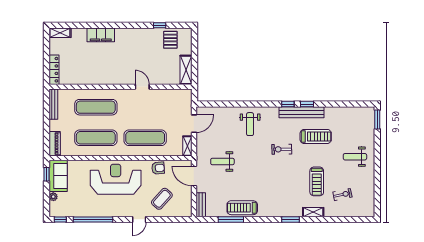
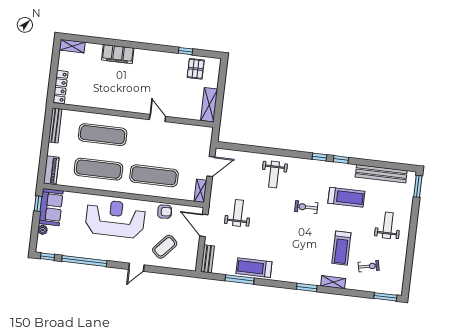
bench: (302, 112) -> (381, 174), moved
weight bench: (355, 157) -> (388, 225), turned 90
weight bench: (222, 161) -> (238, 213), turned 90
window: (360, 220) -> (385, 297), added

